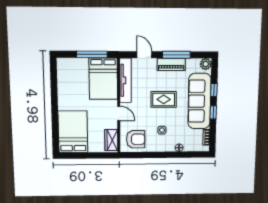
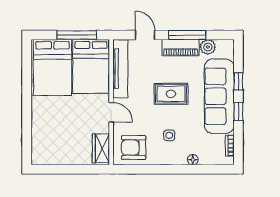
plant: (206, 64) -> (208, 47), moved
bed: (73, 132) -> (53, 68), moved, turned 180
armchair: (136, 139) -> (134, 148), turned 180

